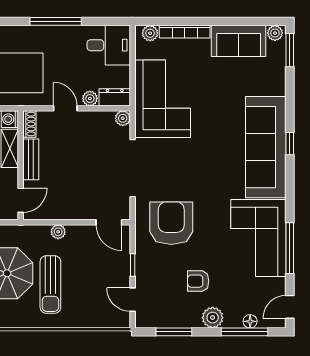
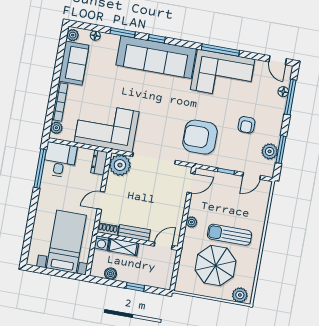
window: (56, 21) -> (40, 168), moved
window: (290, 50) -> (123, 33), moved
floor lamp: (280, 63) -> (95, 36), added
plant: (90, 98) -> (97, 181), removed
plant: (123, 118) -> (120, 165), width x1.87, depth x1.87
door: (21, 200) -> (163, 246), hinge flipped
window: (290, 248) -> (220, 50), moved
sun lounger: (50, 284) -> (230, 235), turned 180
plant: (213, 318) -> (270, 151), moved

